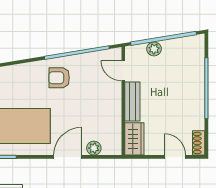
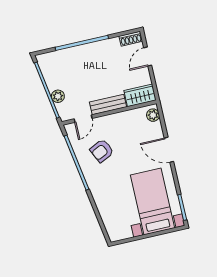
armchair: (59, 78) -> (102, 151), moved, turned 64
plant: (94, 148) -> (153, 115), moved

